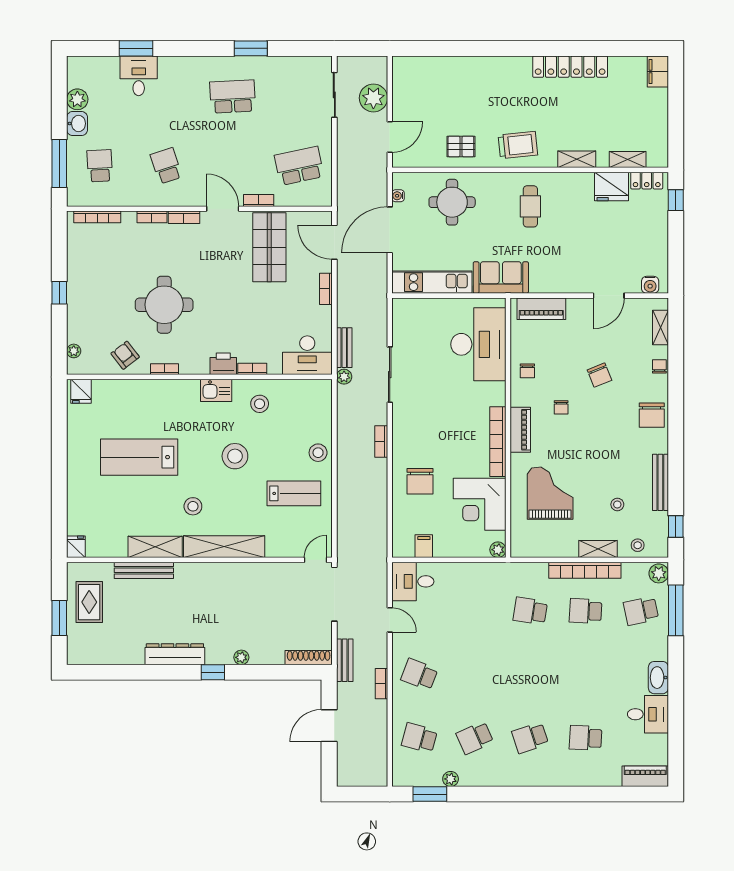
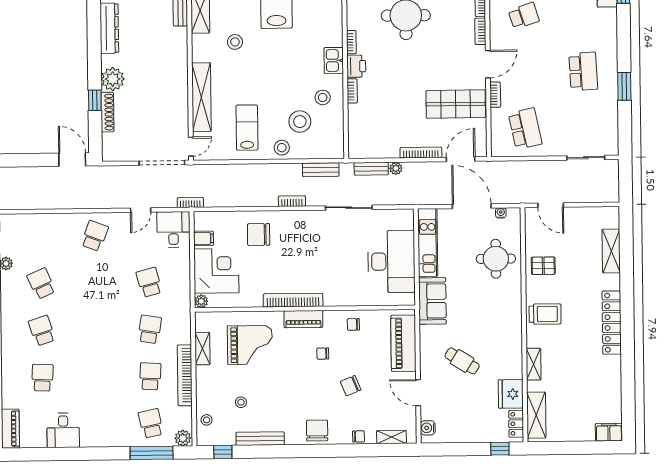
shelving: (444, 66) -> (611, 251), added
locker: (570, 67) -> (612, 323), moved
plant: (373, 98) -> (583, 191), removed
trolley: (518, 145) -> (545, 314), turned -84
pallet: (461, 146) -> (543, 266), turned 90
shelving: (628, 160) -> (536, 415), width x1.50, depth x1.33
cafe table: (530, 206) -> (462, 361), moved, turned 32
bookcase: (326, 289) -> (421, 152), width x1.56
piano: (541, 309) -> (403, 343), width x1.37, depth x1.33
desk: (478, 344) -> (391, 261), moved, turned -90
desk: (307, 355) -> (364, 137), removed
bookcase: (164, 369) -> (351, 42), moved
plant: (344, 377) -> (396, 168), moved
chair: (652, 415) -> (317, 431), turned 90
stool: (235, 456) -> (300, 122), moved
lab bench: (294, 493) -> (247, 128), turned 180
corner desk: (480, 504) -> (216, 271), moved, turned 90
shelving: (224, 547) -> (201, 97), moved
shelving: (598, 549) -> (202, 349), moved
door: (316, 560) -> (191, 147), hinge flipped
plant: (241, 657) -> (113, 79), width x1.88, depth x1.88
shoe rack: (309, 658) -> (107, 112), moved
bench: (345, 660) -> (321, 170), moved
window: (213, 672) -> (95, 100), moved
washbasin: (658, 678) -> (94, 439), removed
bookcase: (381, 684) -> (190, 203), moved
door: (329, 726) -> (72, 160), moved
school desk: (419, 738) -> (149, 282), moved, turned -30

